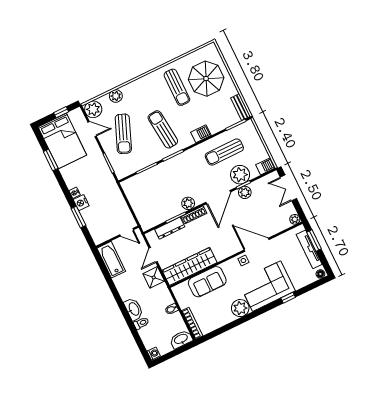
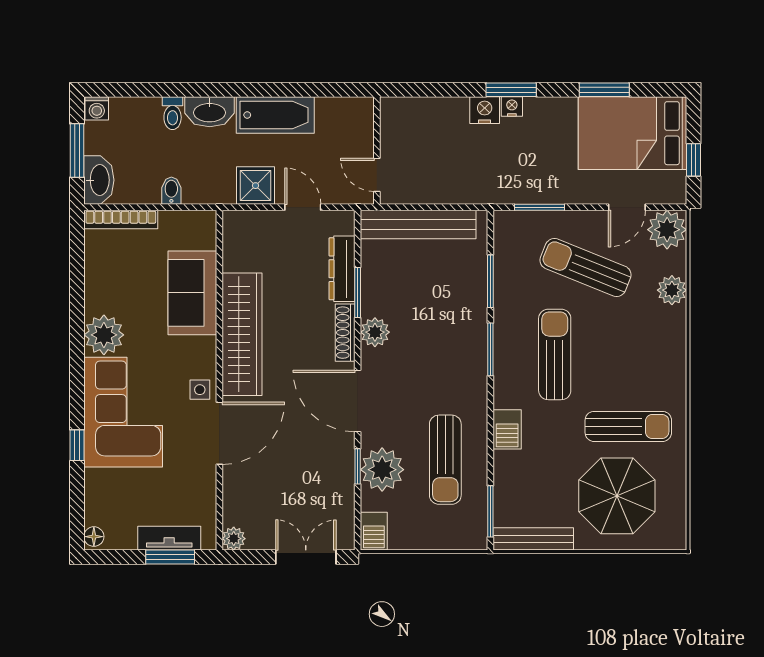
sun lounger: (177, 87) -> (628, 426), turned 180
bench: (240, 107) -> (533, 539), width x1.36
sun lounger: (163, 129) -> (555, 354), turned -84
sun lounger: (224, 152) -> (445, 460), turned 180
plant: (245, 192) -> (340, 462), removed
bench: (138, 207) -> (418, 224), added
window: (78, 217) -> (511, 90), moved
door: (127, 232) -> (377, 175), hinge flipped
tv unit: (309, 249) -> (169, 538), width x0.71
bathtub: (111, 260) -> (275, 115), moved
wardrobe: (190, 266) -> (242, 334), moved
window: (174, 353) -> (77, 150), added

